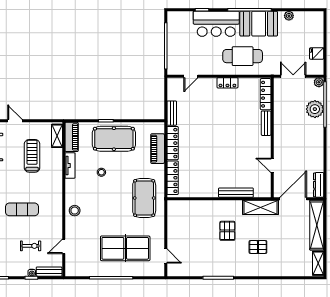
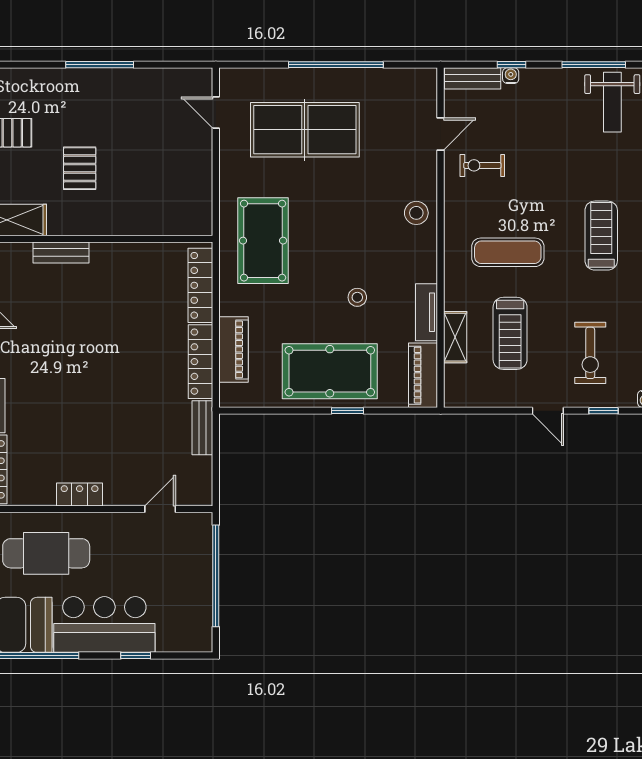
shelving: (57, 136) -> (455, 337), moved
bench: (236, 193) -> (61, 253), width x0.73
exercise mat: (22, 209) -> (508, 252), moved
exercise bike: (31, 246) -> (482, 165), moved

